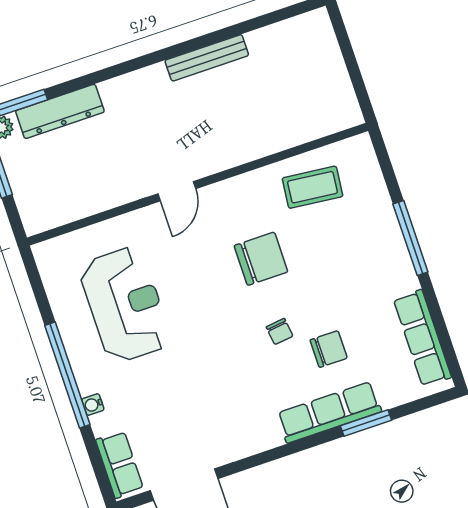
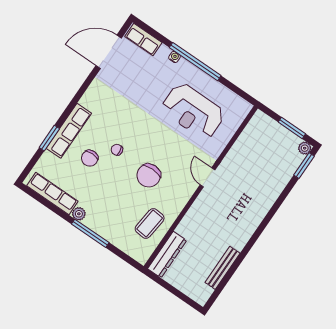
bench: (207, 58) -> (223, 268), moved
dresser: (60, 111) -> (167, 255), moved, turned 180
plant: (406, 279) -> (79, 214), added

